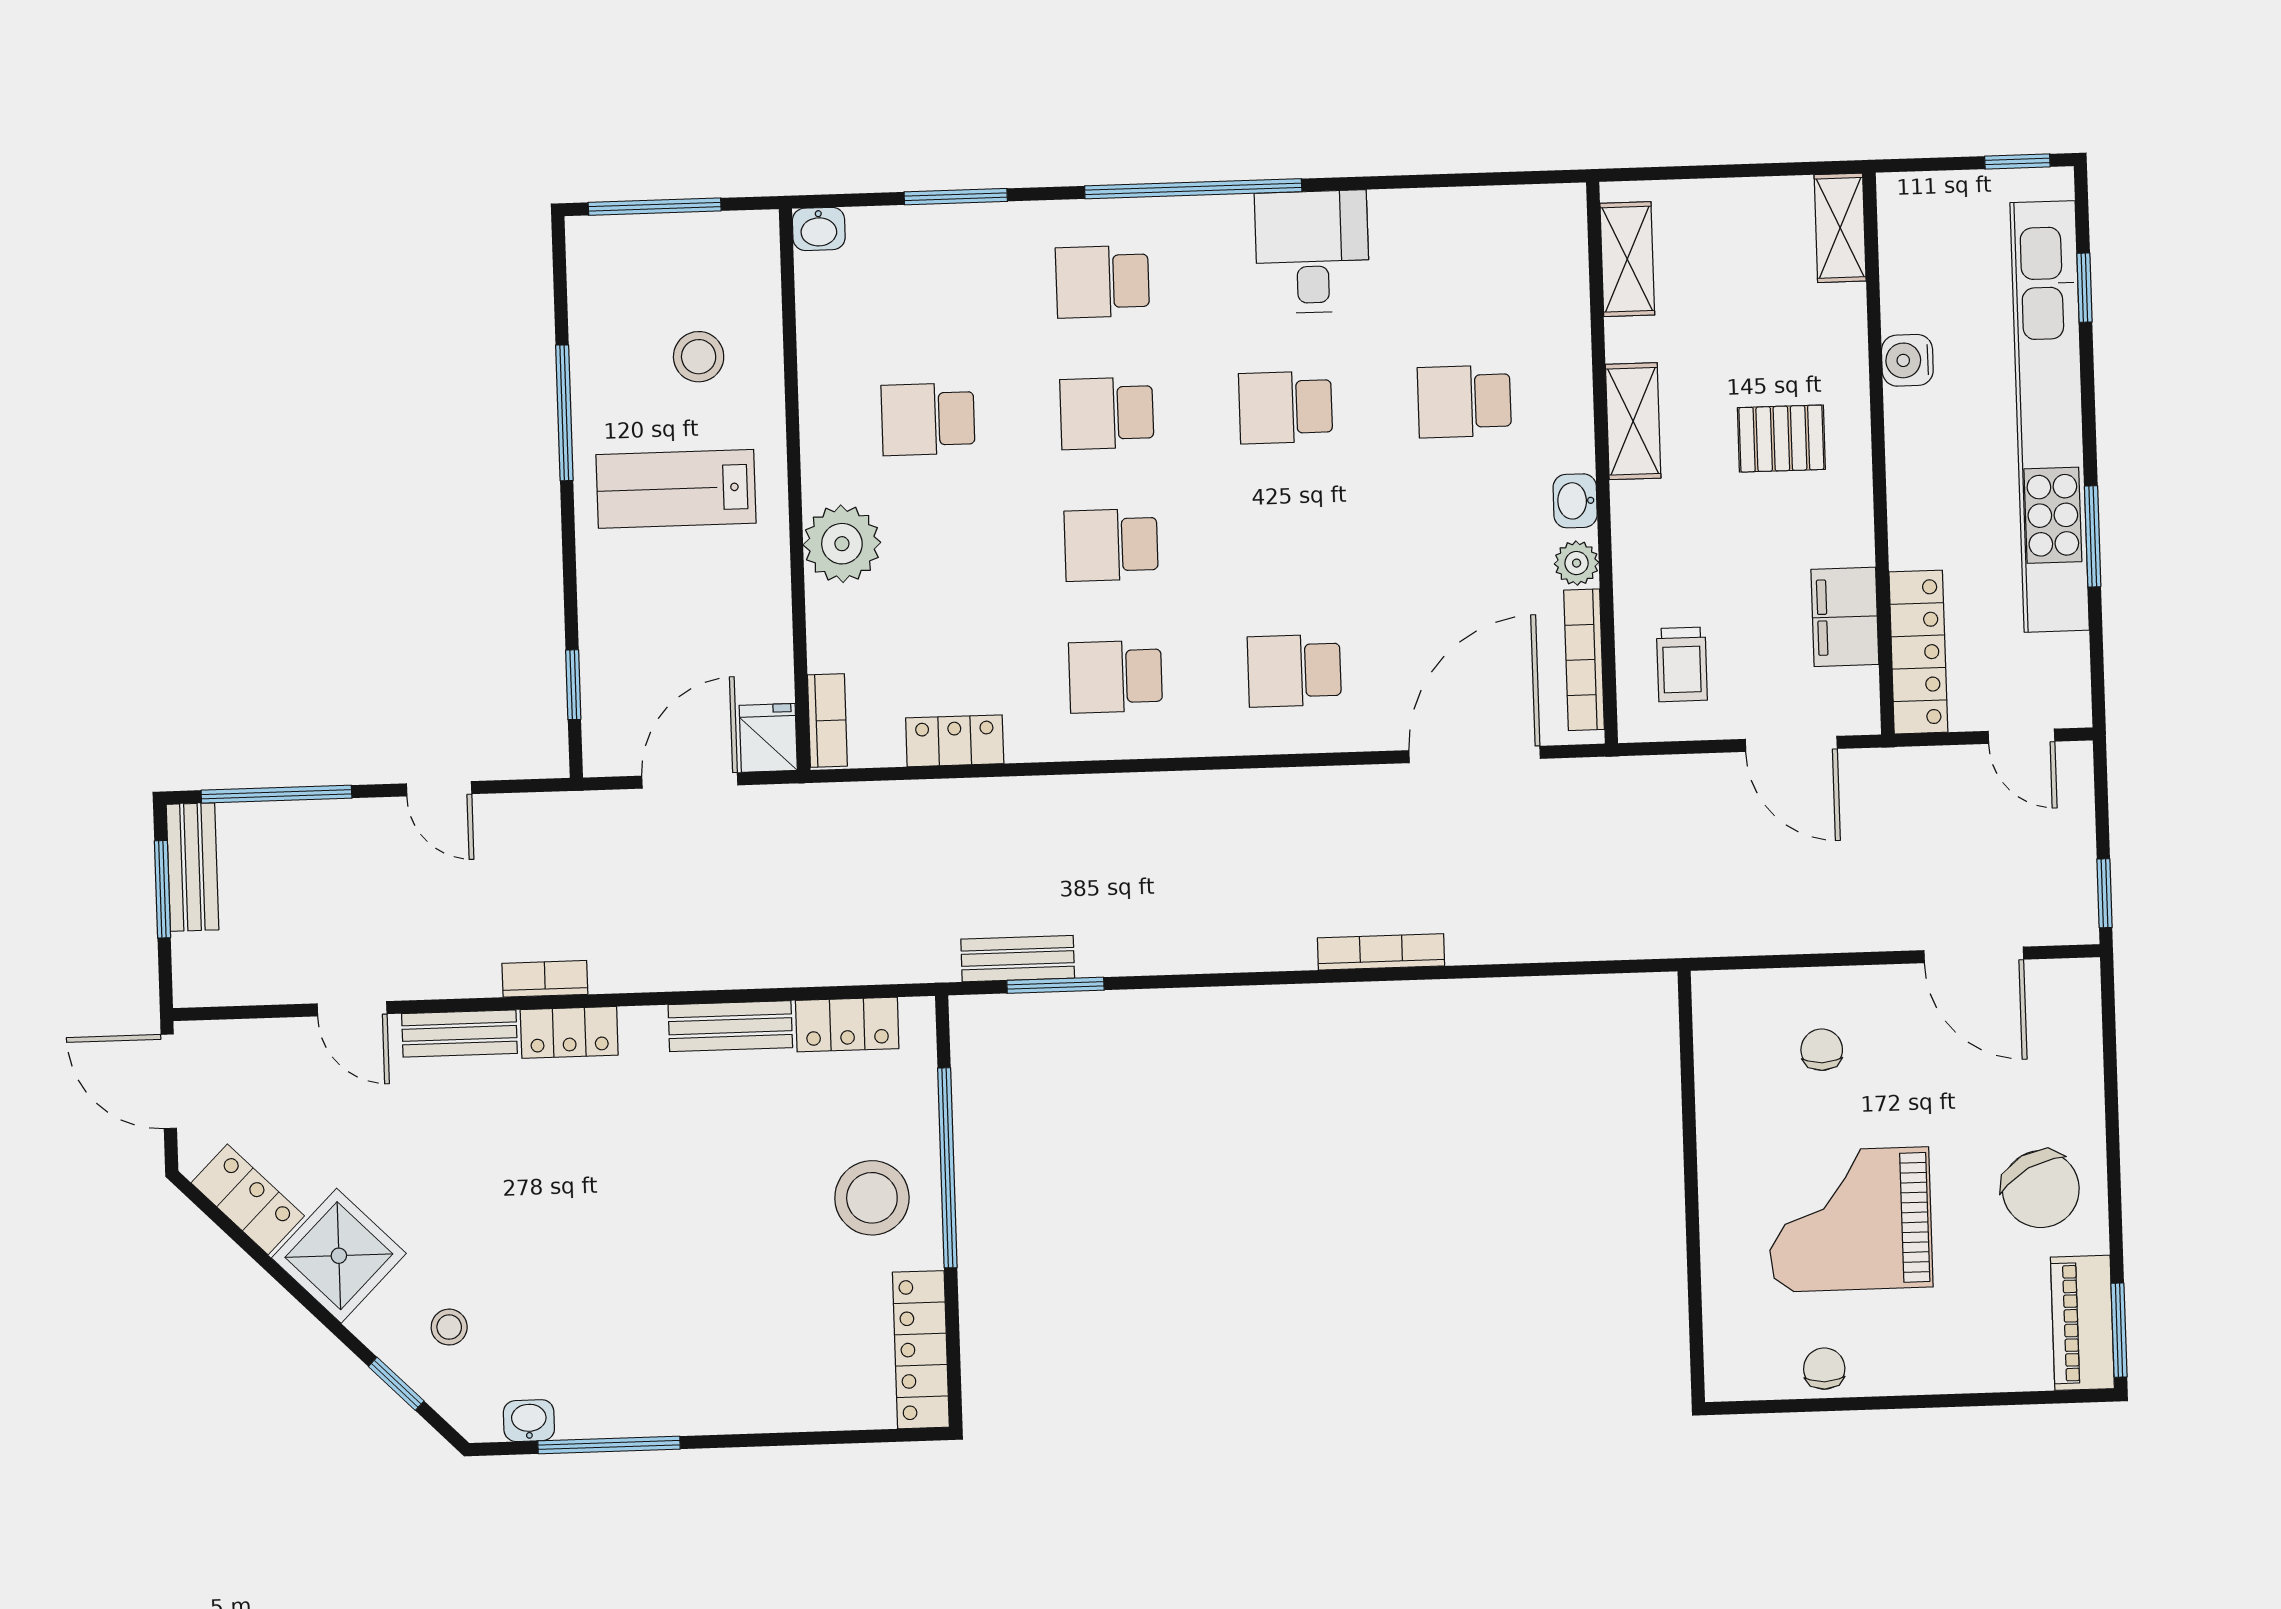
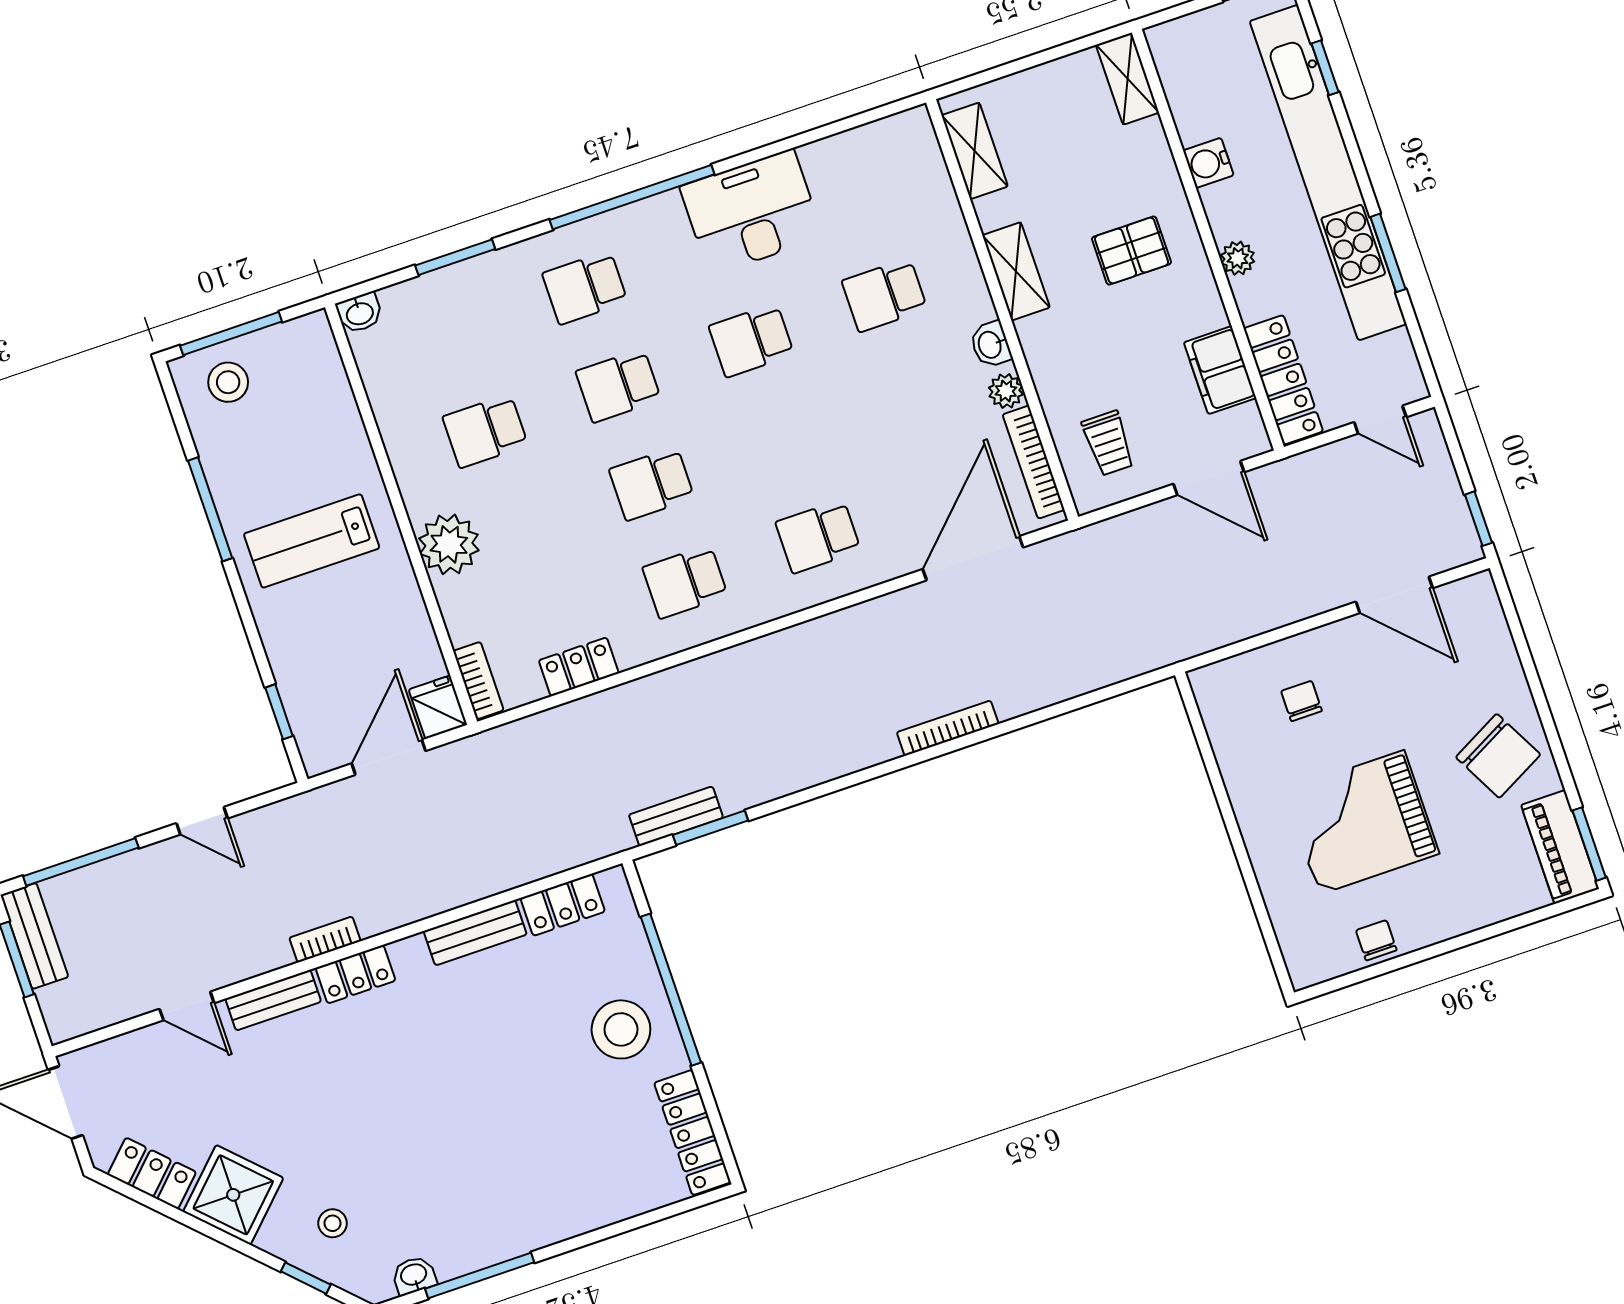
desk: (1312, 252) -> (751, 212), width x1.37
stool: (699, 357) -> (228, 382), moved
plant: (1908, 487) -> (1238, 258), added

